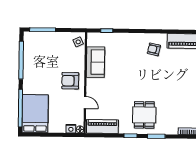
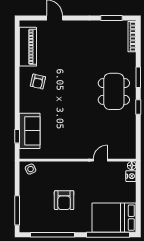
sofa: (96, 62) -> (30, 131), moved, turned 90
armchair: (70, 81) -> (64, 200), moved
dining table: (144, 115) -> (114, 91), width x1.38
piano: (102, 127) -> (128, 140), removed

